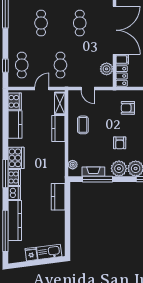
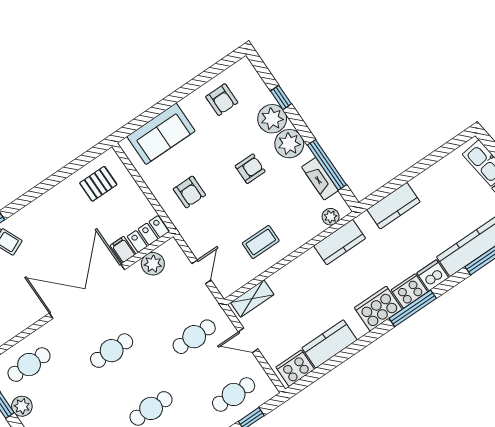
kitchen counter: (58, 129) -> (340, 242), moved

